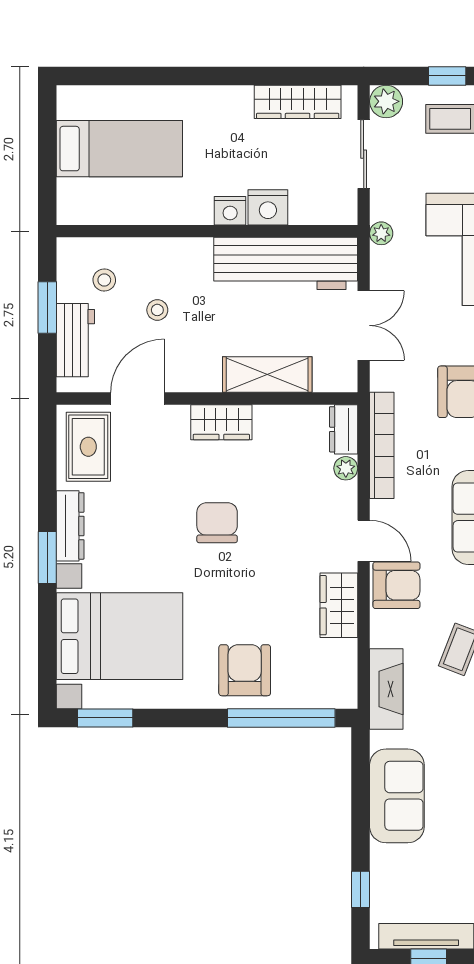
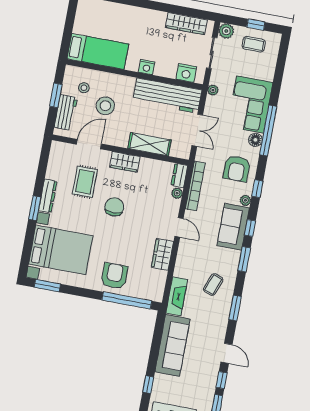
bed: (119, 149) -> (98, 51), moved
nightstand: (268, 207) -> (186, 73), moved
stool: (157, 310) -> (105, 106), width x1.89, depth x1.89
rug: (88, 447) -> (85, 182), moved
armchair: (396, 585) -> (190, 250), removed
sofa: (397, 796) -> (172, 345), width x1.36

